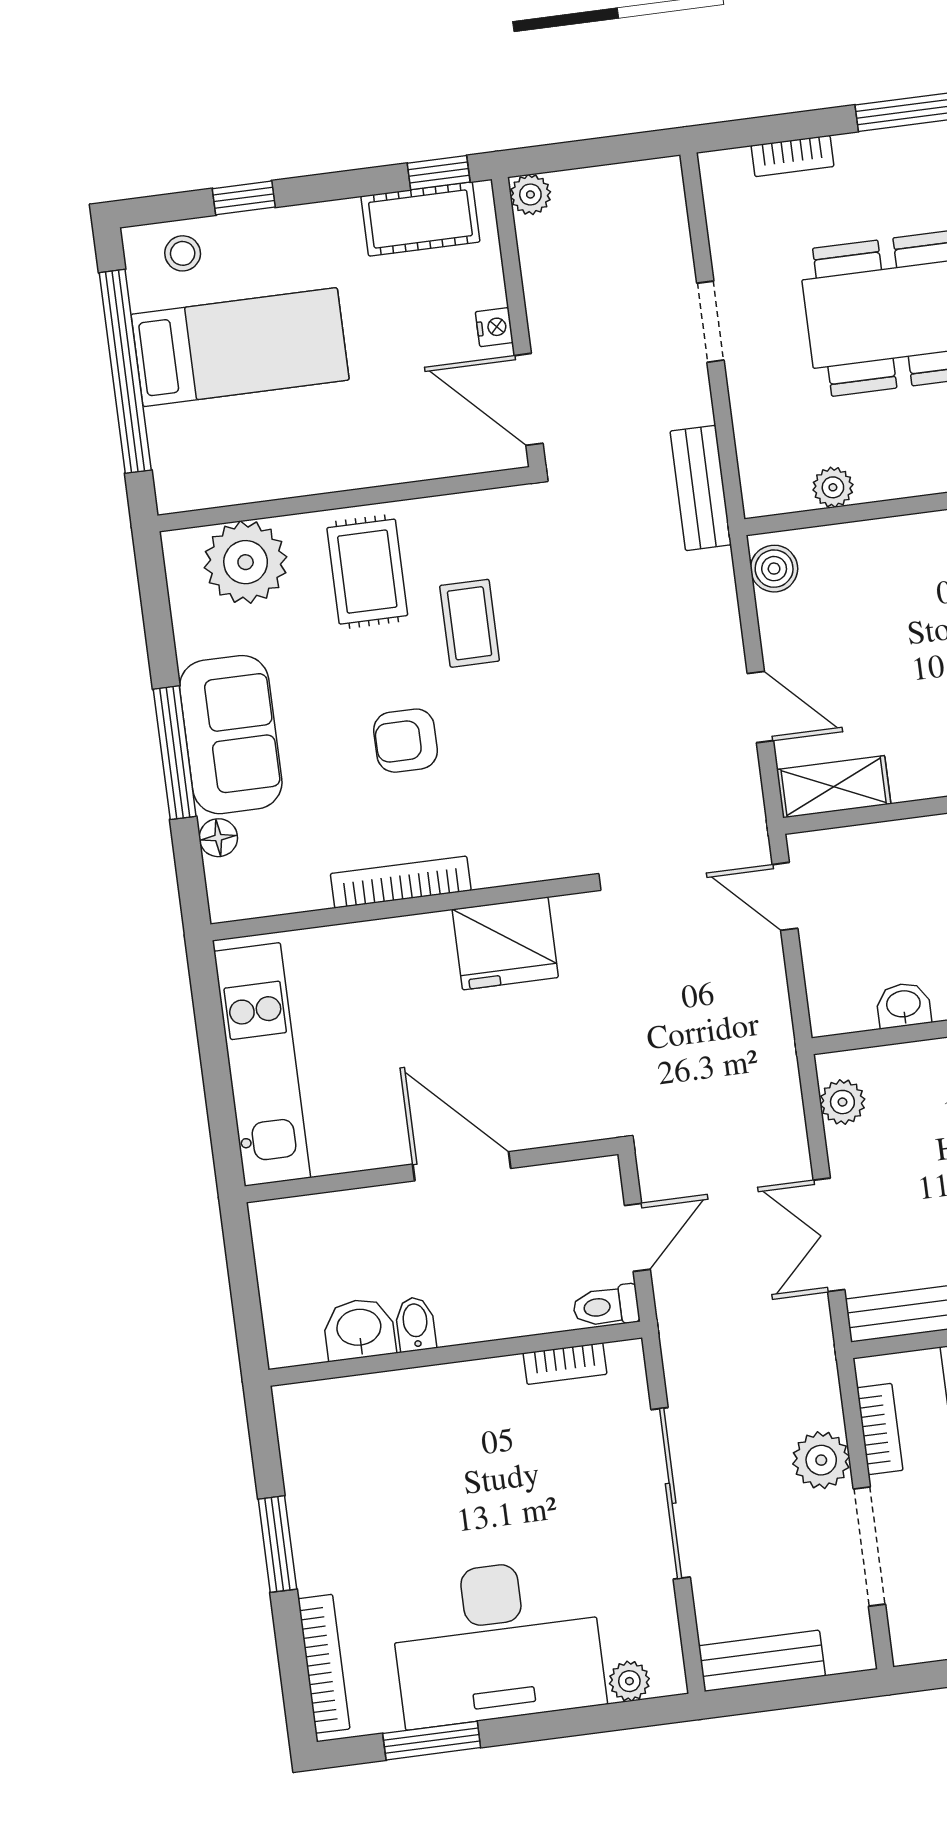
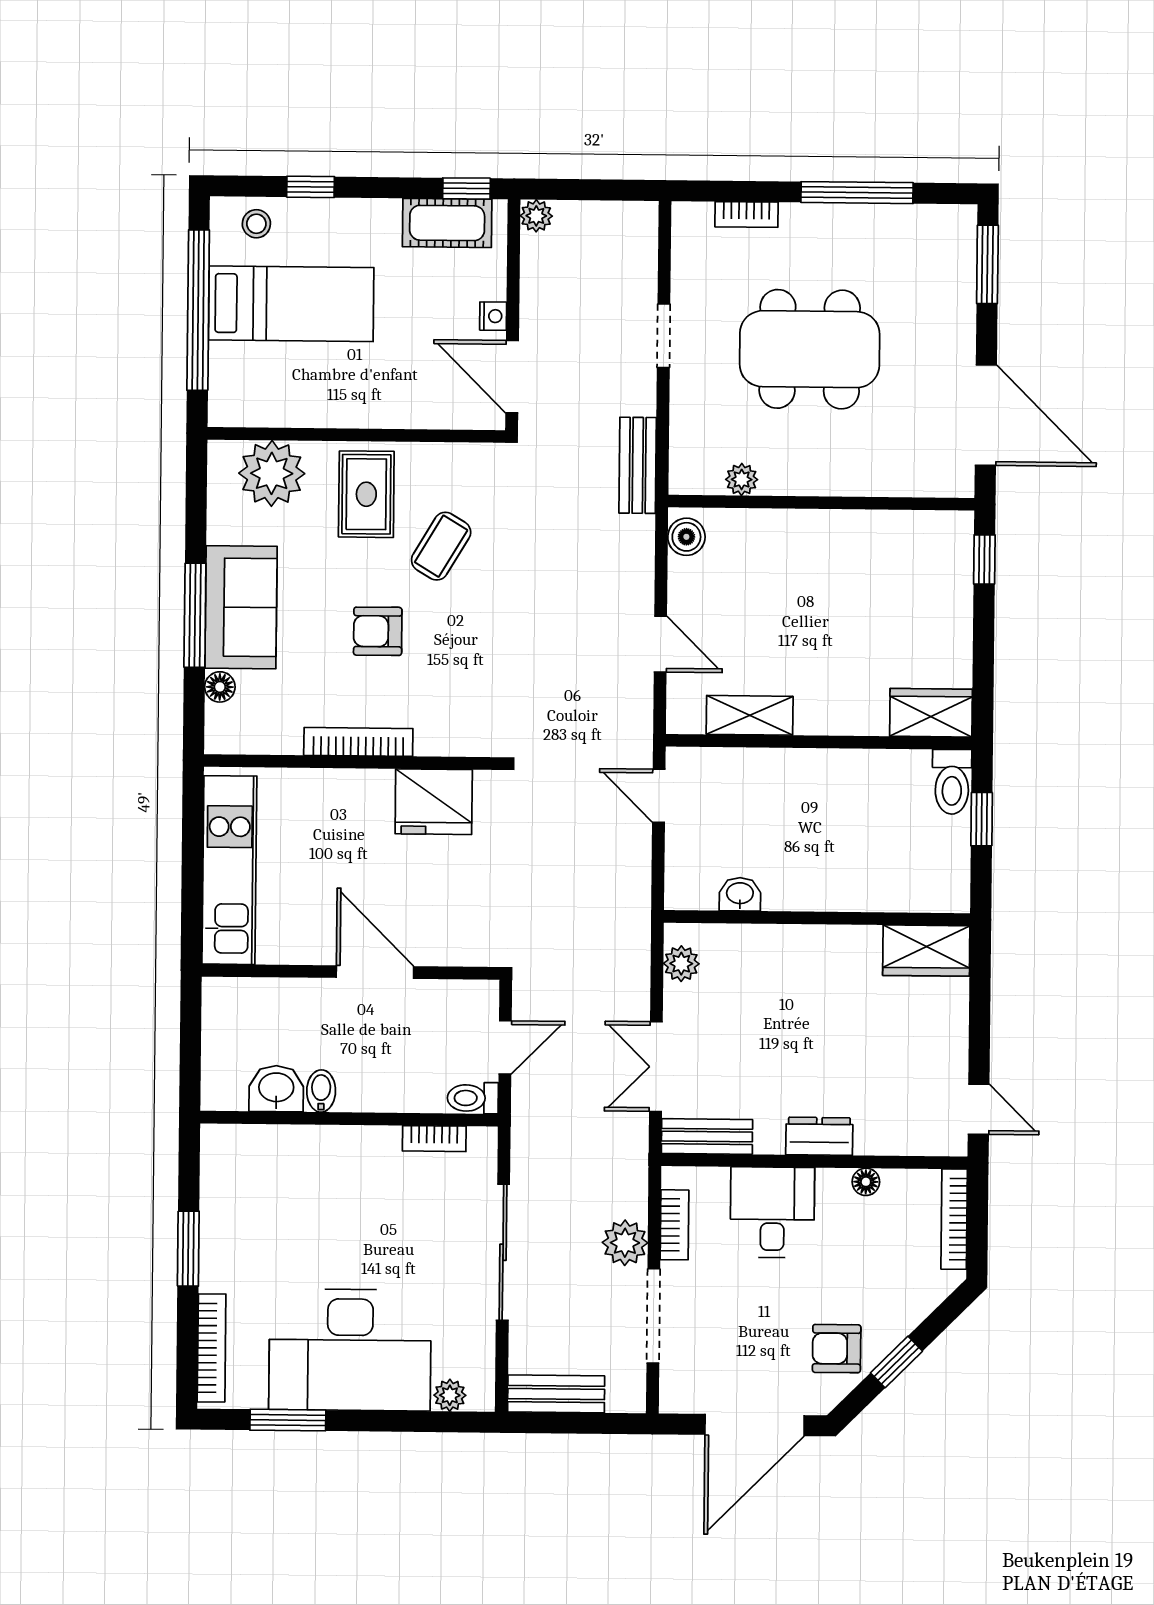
coffee table: (470, 623) -> (441, 546), turned 31
shelving: (834, 787) -> (750, 715), moved

